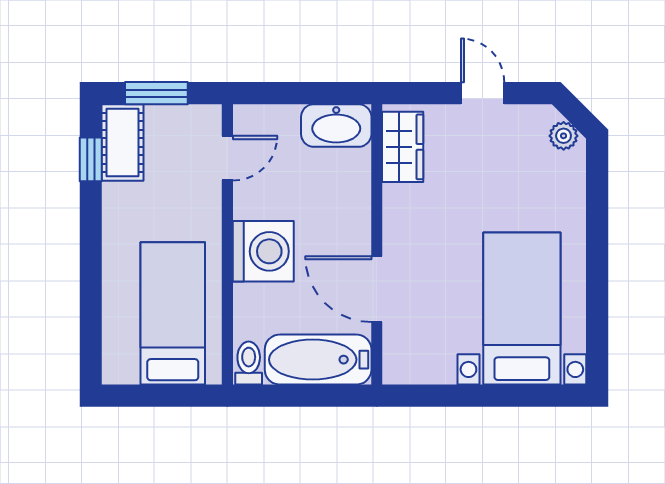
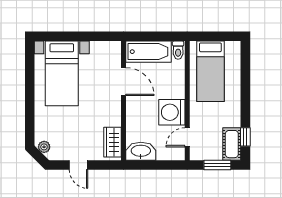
washing machine: (263, 251) -> (172, 112), moved

